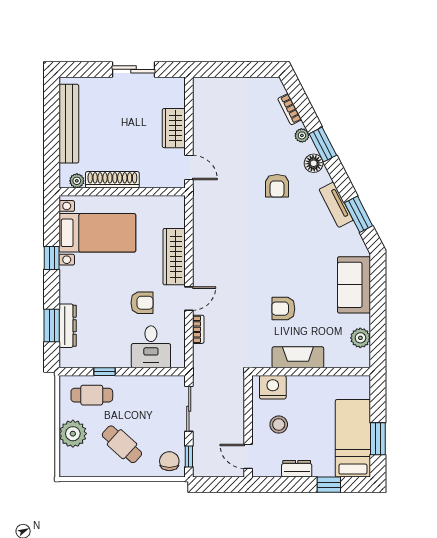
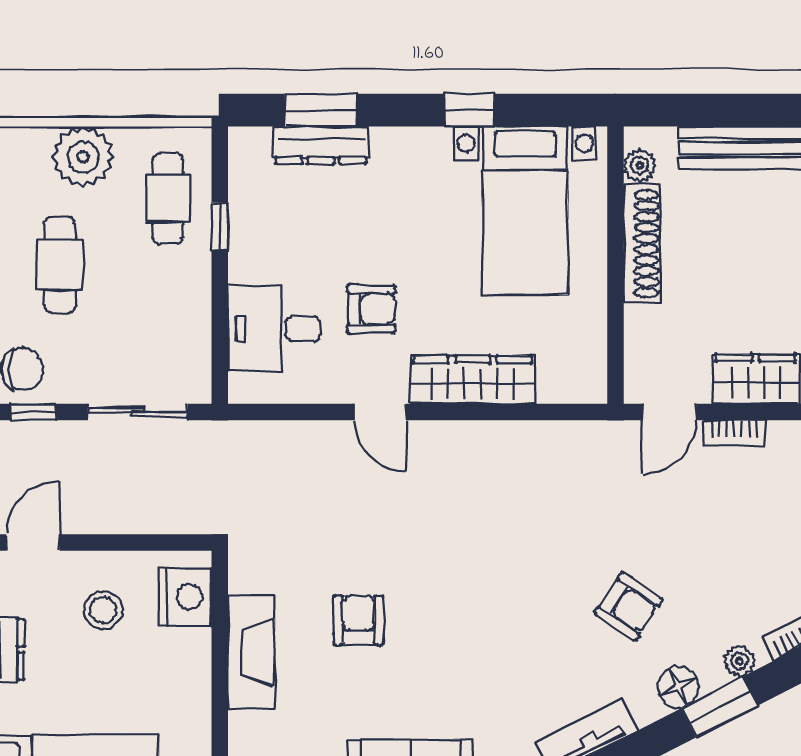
armchair: (277, 186) -> (629, 606), turned -146
armchair: (142, 303) -> (371, 309), turned -90
bookcase: (198, 329) -> (734, 433), moved
cafe table: (122, 444) -> (60, 265), turned -42

